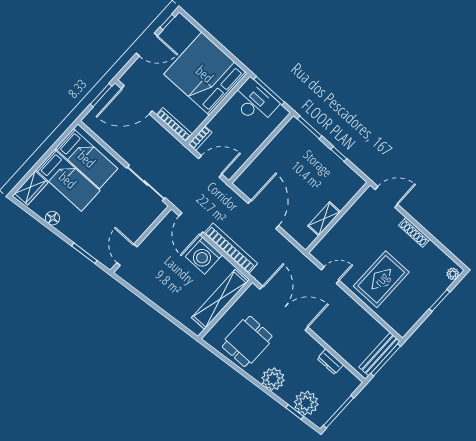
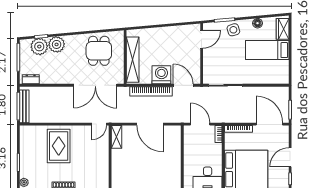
door: (137, 100) -> (269, 124), hinge flipped
bed: (87, 159) -> (268, 70), removed
door: (210, 166) -> (200, 124), swing flipped
shelving: (324, 219) -> (117, 137), moved
side table: (84, 234) -> (233, 30), added
door: (127, 255) -> (202, 39), hinge flipped
door: (330, 275) -> (99, 124), moved
dresser: (330, 362) -> (31, 79), moved
plant: (273, 379) -> (57, 44), moved

